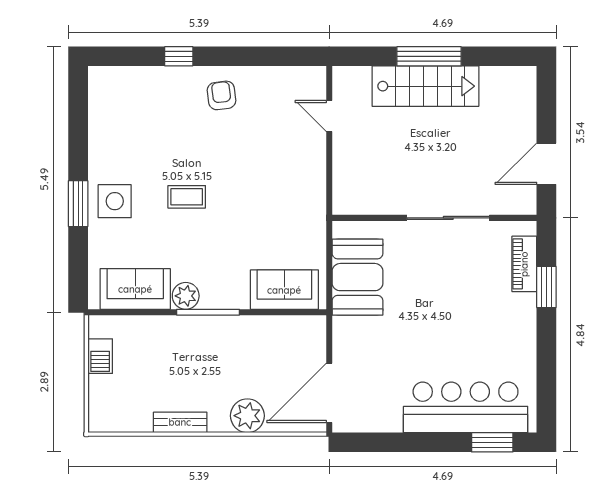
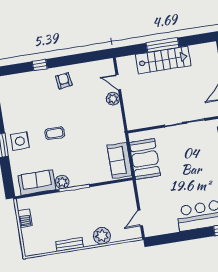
plant: (313, 147) -> (113, 99), added
sofa: (284, 290) -> (120, 160), moved, turned -90
door: (329, 393) -> (140, 218), width x0.53

